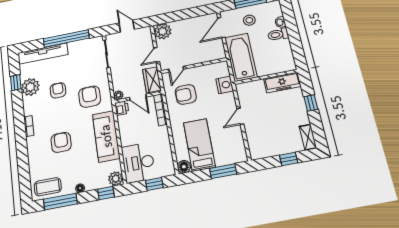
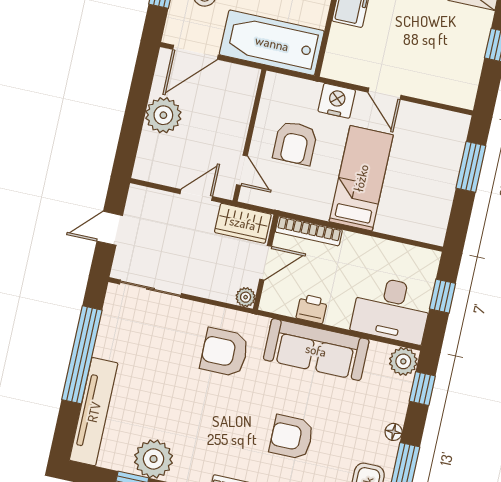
door: (221, 27) -> (196, 52), hinge flipped
plant: (163, 31) -> (163, 115), moved
door: (157, 55) -> (196, 195), swing flipped
nightstand: (225, 85) -> (337, 101), moved
armchair: (58, 90) -> (185, 408), removed
armchair: (186, 94) -> (295, 143), moved
printer: (122, 108) -> (312, 309), moved
bed: (199, 145) -> (361, 178), moved, turned 90
floor lamp: (184, 167) -> (434, 232), removed

